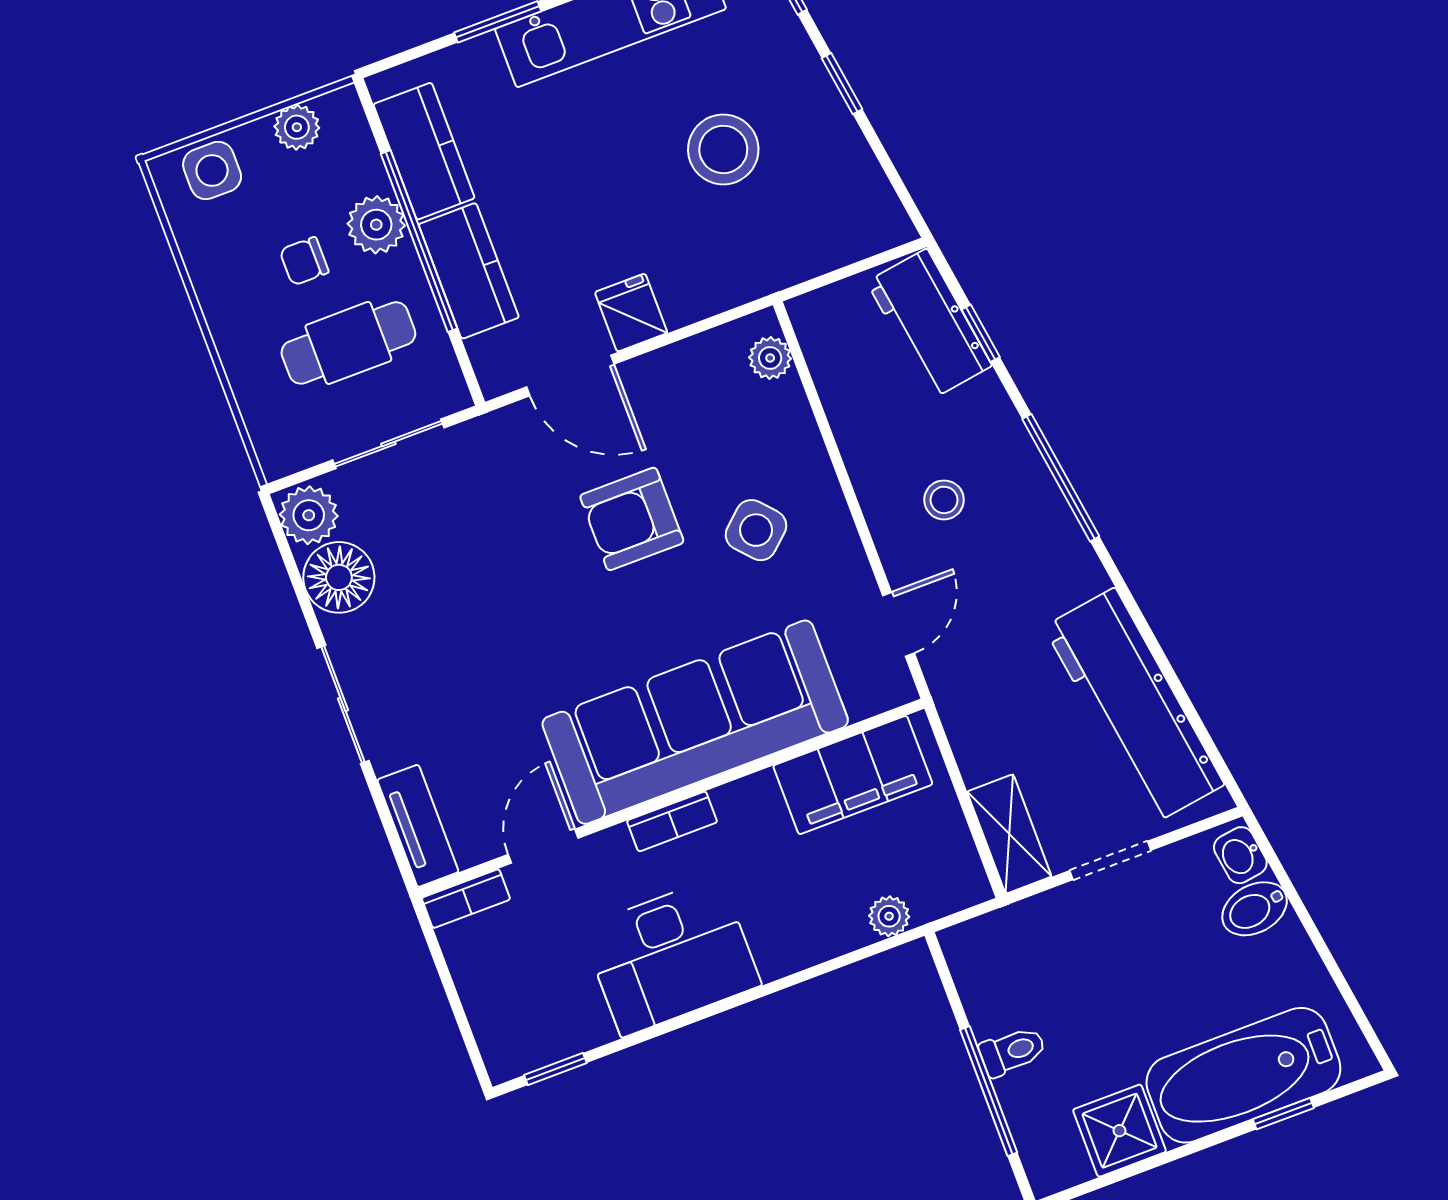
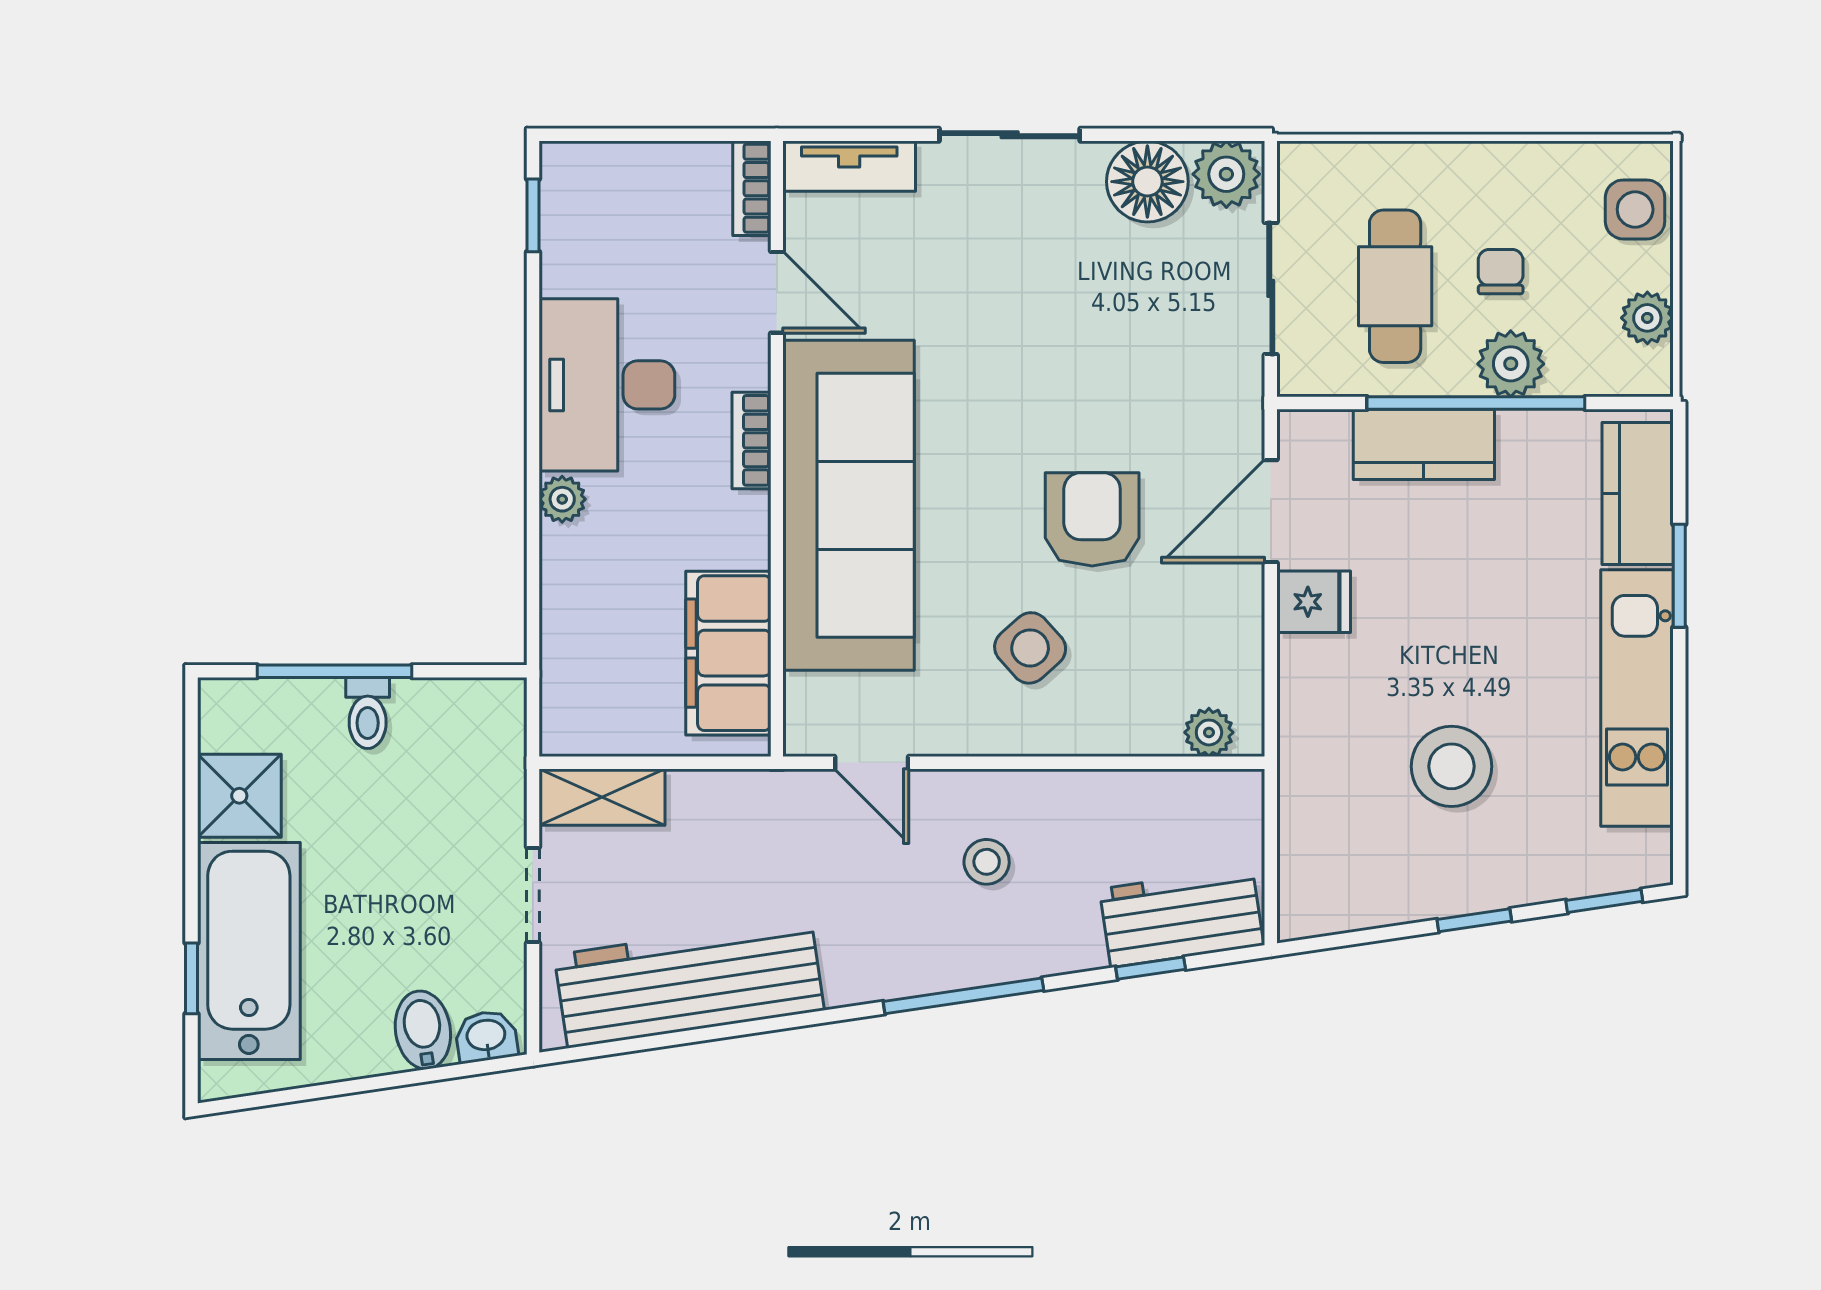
kitchen counter: (424, 151) -> (1638, 494), moved, turned 90
plant: (889, 916) -> (562, 499), moved

